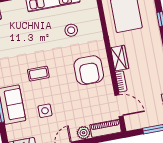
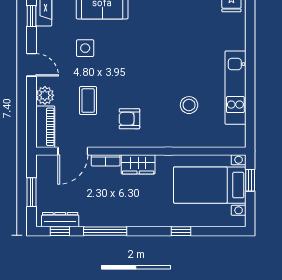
armchair: (89, 70) -> (129, 119), width x0.53, depth x0.53
coffee table: (38, 74) -> (88, 101), moved

